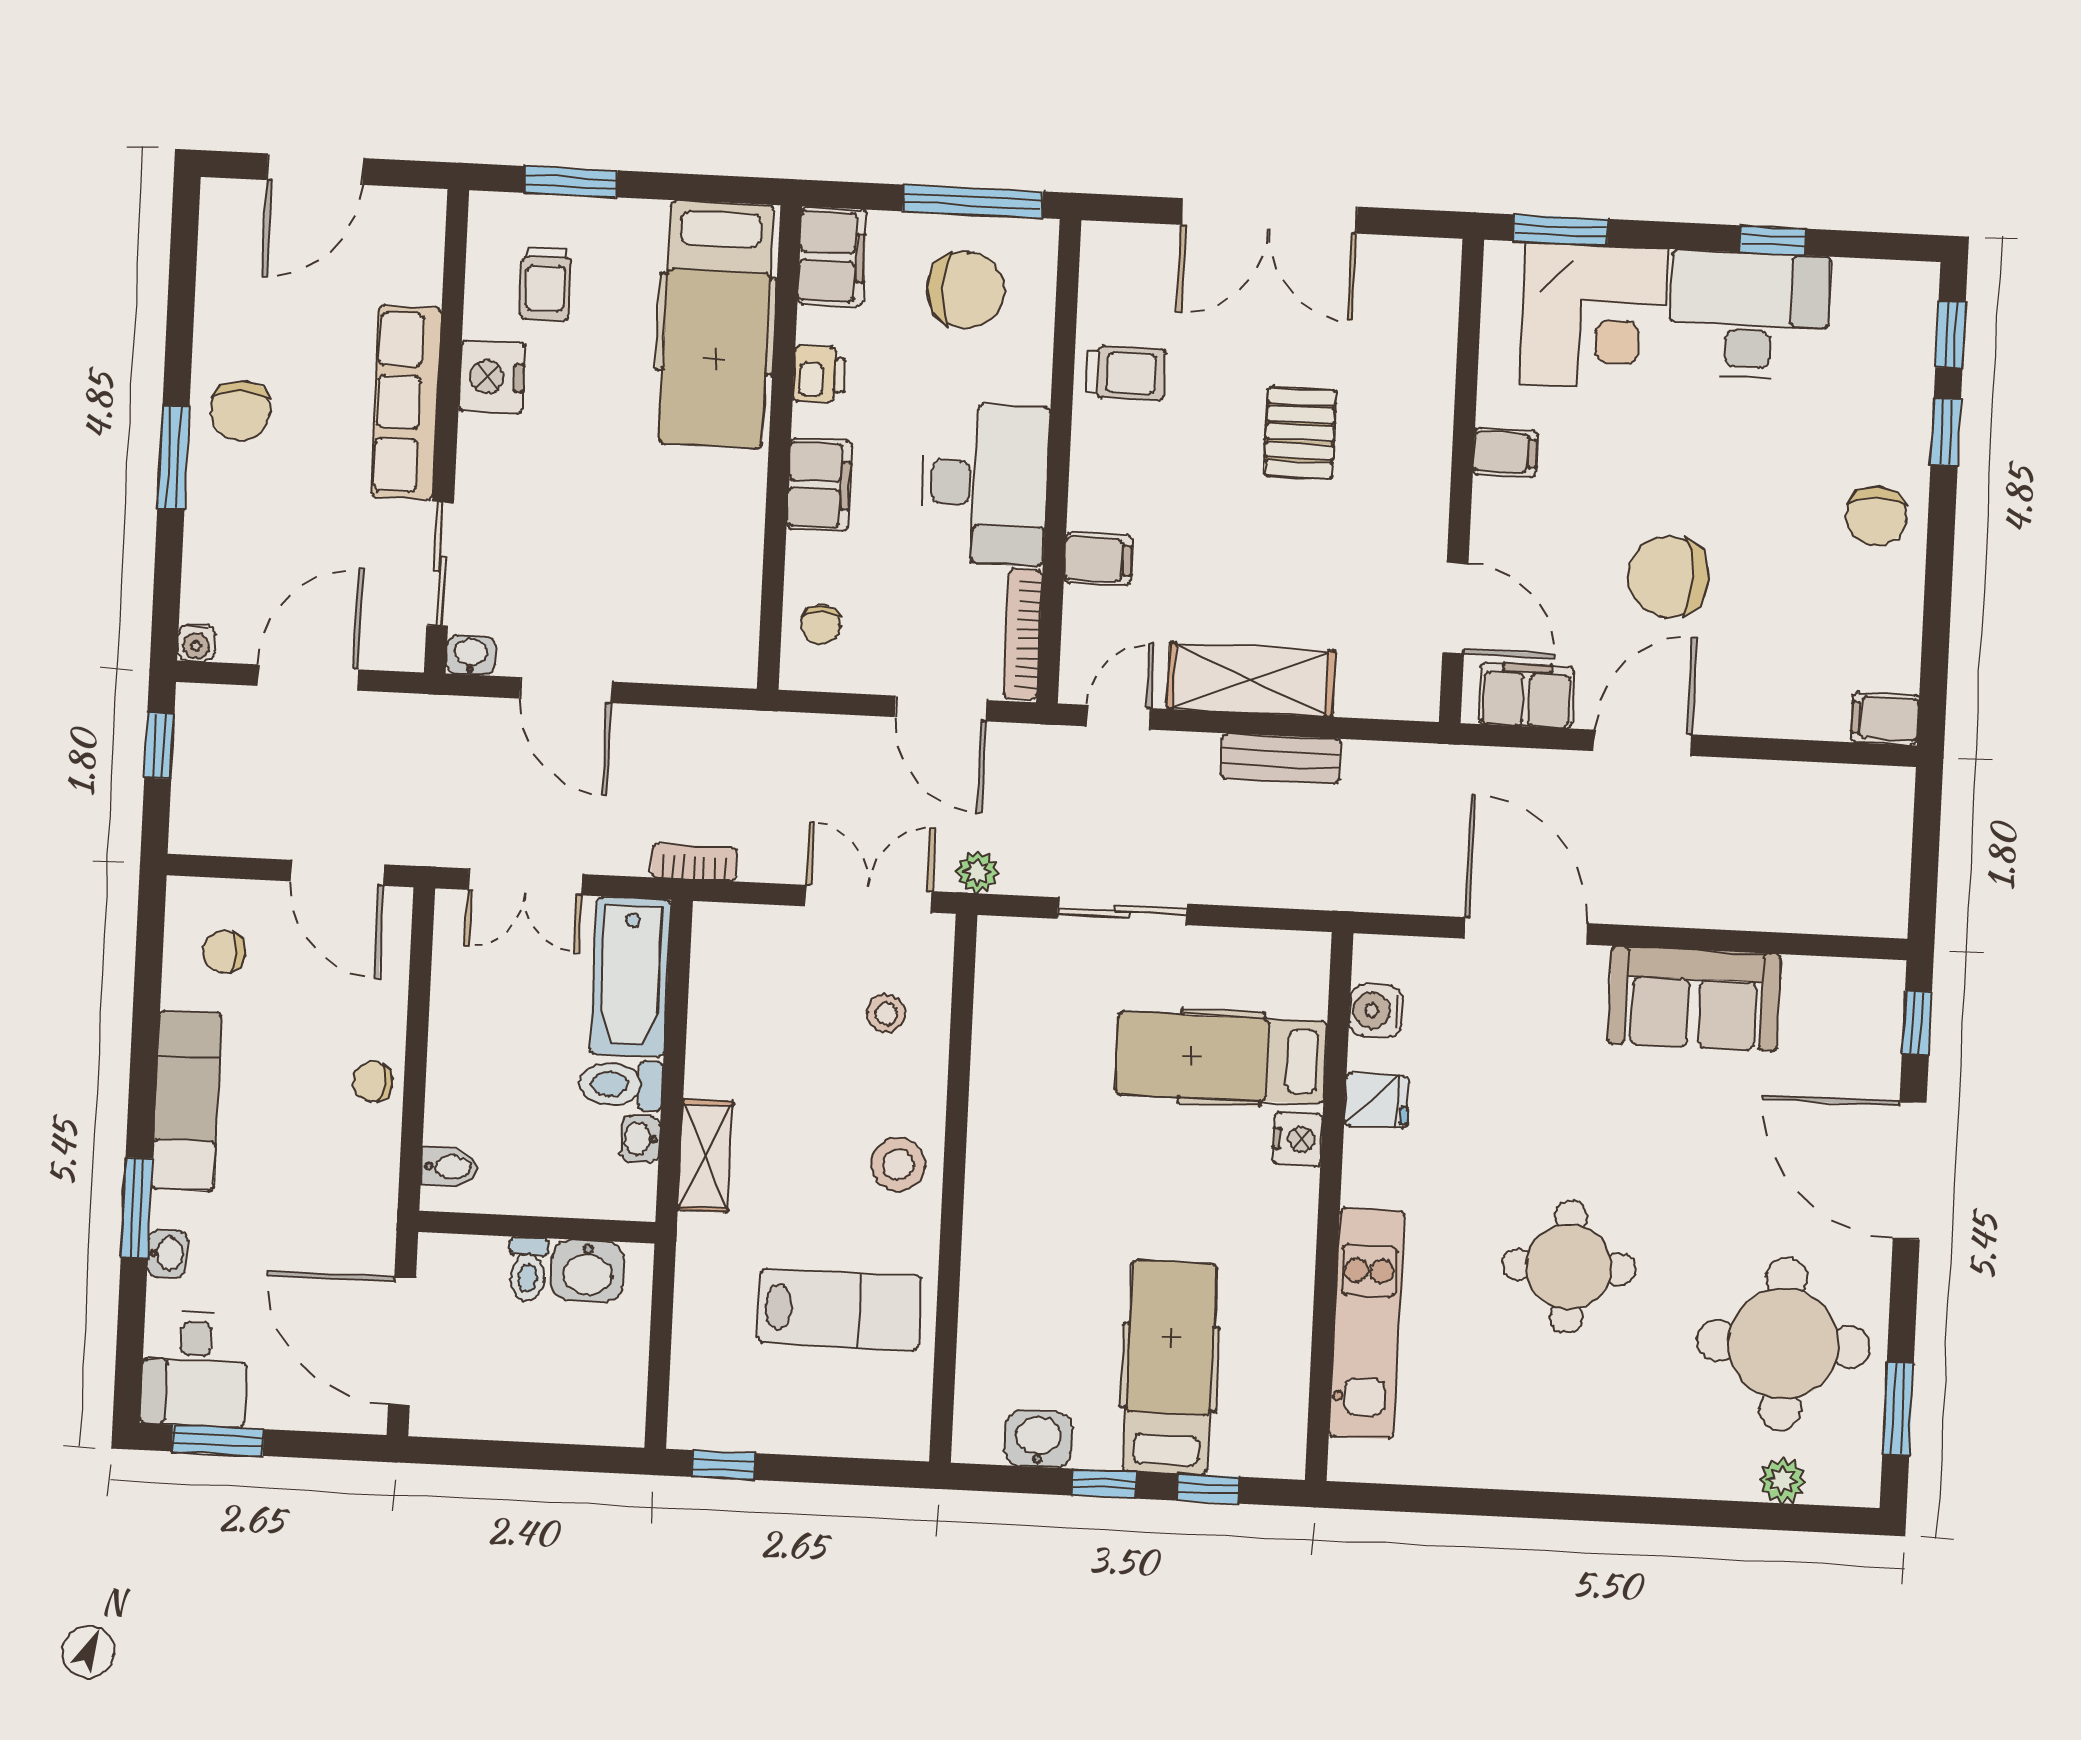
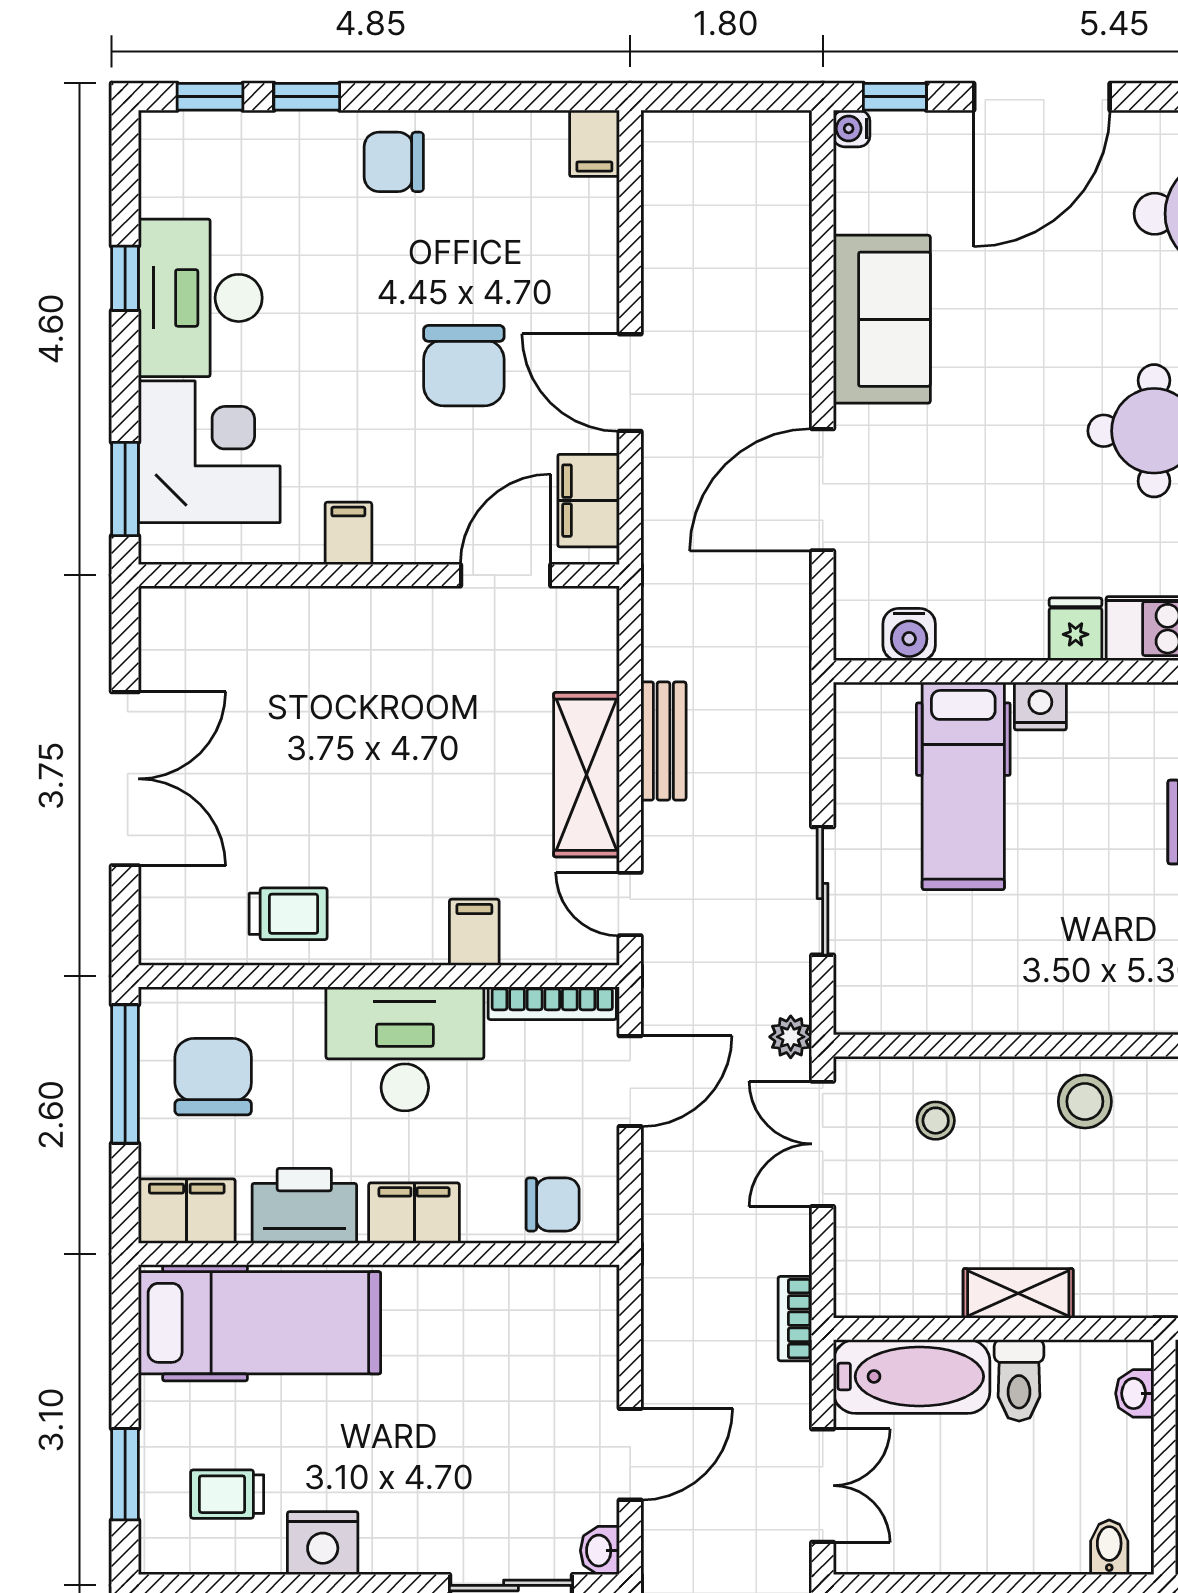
trolley: (546, 283) -> (227, 1494), turned 180
trolley: (1126, 373) -> (288, 914), turned 90
printer: (819, 374) -> (304, 1206), width x1.87, depth x1.48
pallet: (1300, 433) -> (339, 738), removed
chair: (1876, 516) -> (394, 162), turned 180
chair: (821, 625) -> (553, 1204), width x1.37, depth x1.37
water cooler: (1887, 978) -> (852, 128), added
fridge: (1377, 1101) -> (1076, 629), moved
washbasin: (640, 1139) -> (1135, 1393), moved, turned 90
shelving: (705, 1156) -> (1018, 1293), moved

